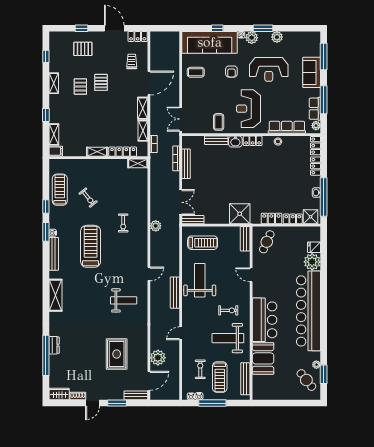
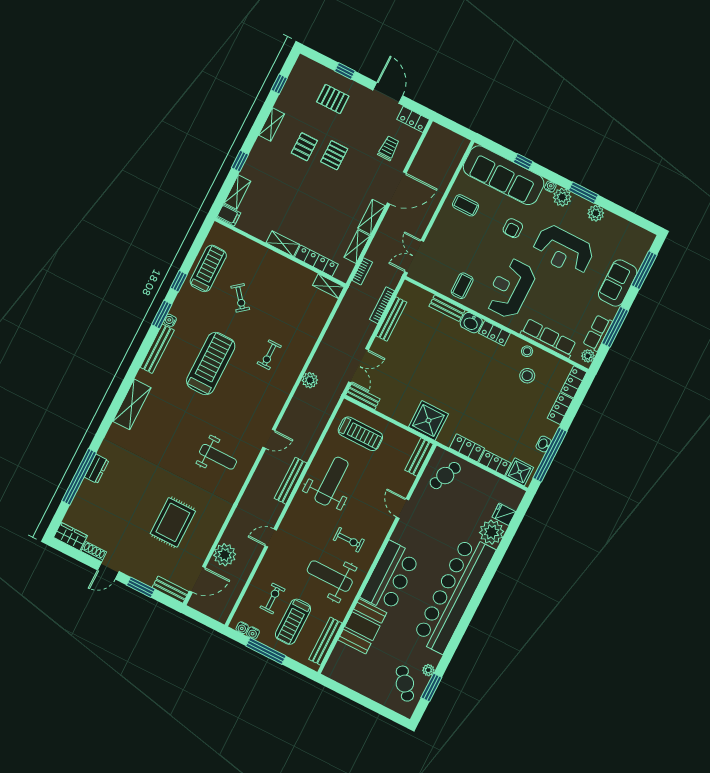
stool: (286, 156) -> (527, 376), added

